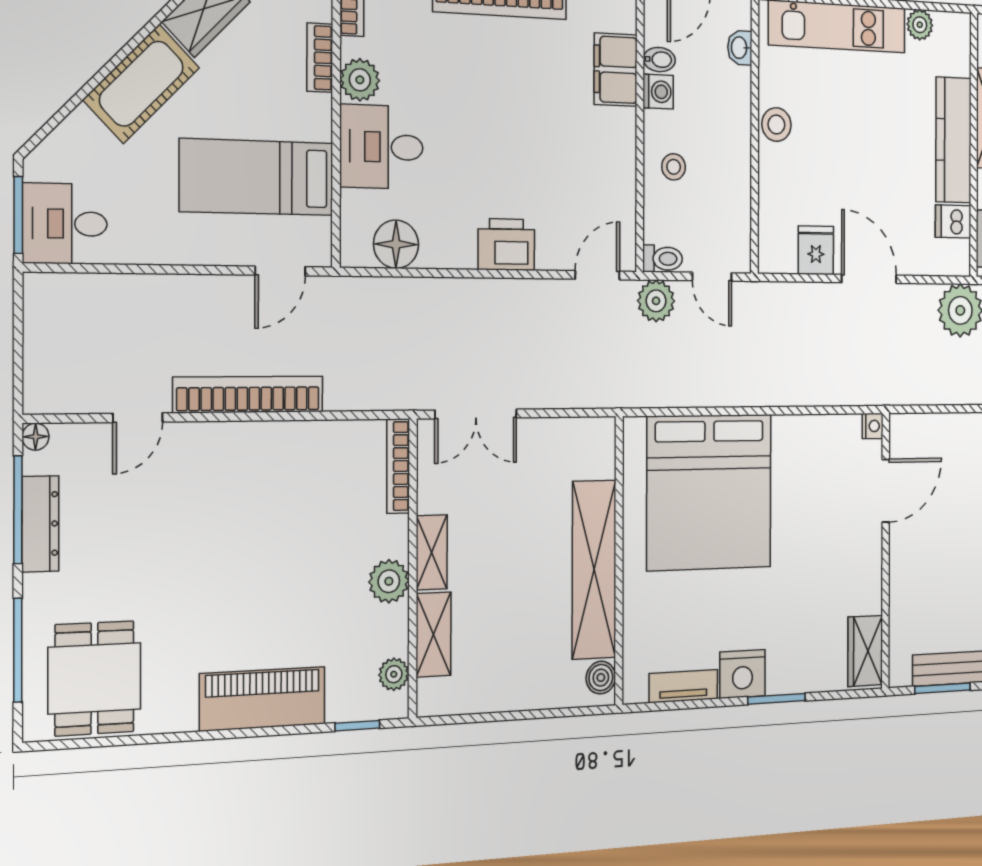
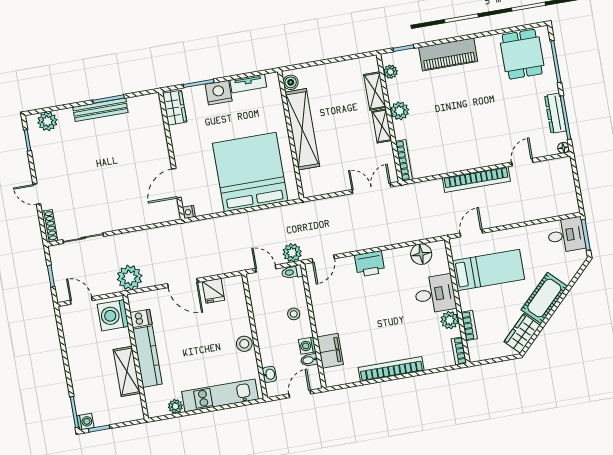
nightstand: (873, 426) -> (189, 212), moved
door: (886, 491) -> (176, 183), moved
wall: (886, 551) -> (172, 155), moved
wardrobe: (865, 651) -> (175, 108), moved

